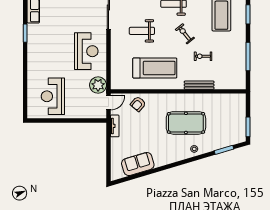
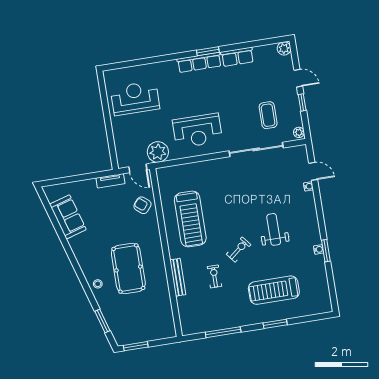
weight bench: (142, 31) -> (234, 196), removed
row of seats: (33, 41) -> (199, 62), added

